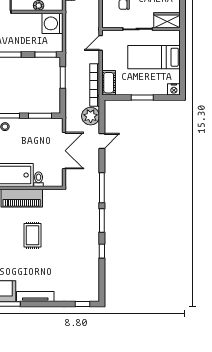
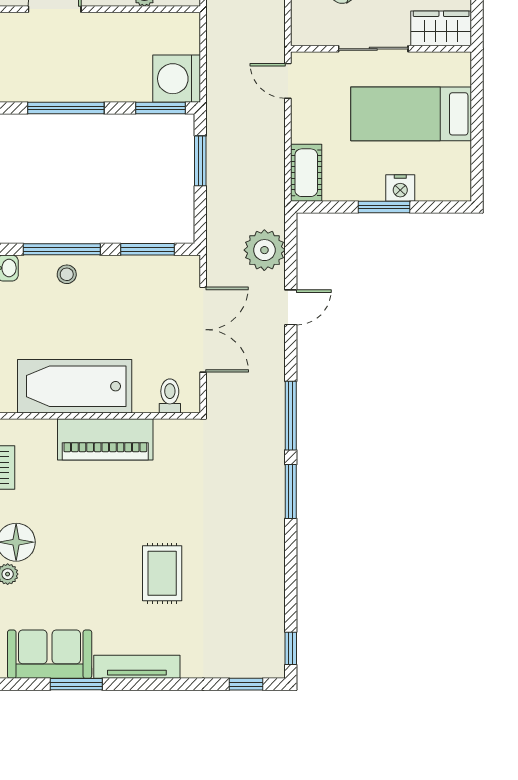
washing machine: (53, 23) -> (177, 79), moved
door: (101, 43) -> (288, 81), hinge flipped
bookcase: (95, 85) -> (274, 178), removed
nightstand: (174, 89) -> (400, 188), moved
toilet: (39, 179) -> (170, 396), moved
rug: (32, 235) -> (162, 573), moved
window: (102, 251) -> (291, 648), moved

